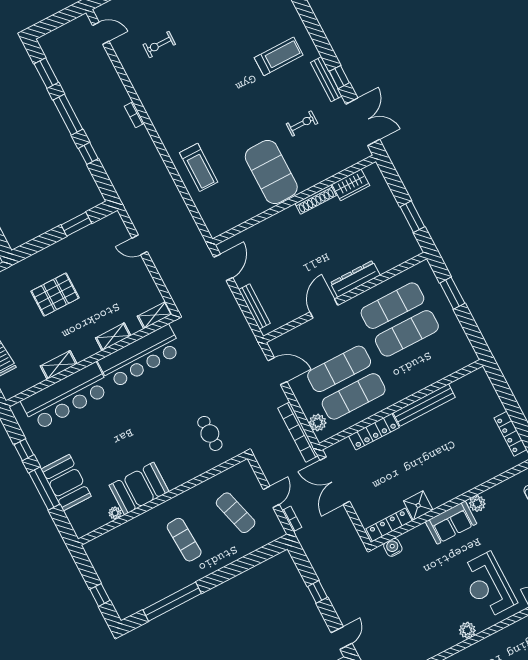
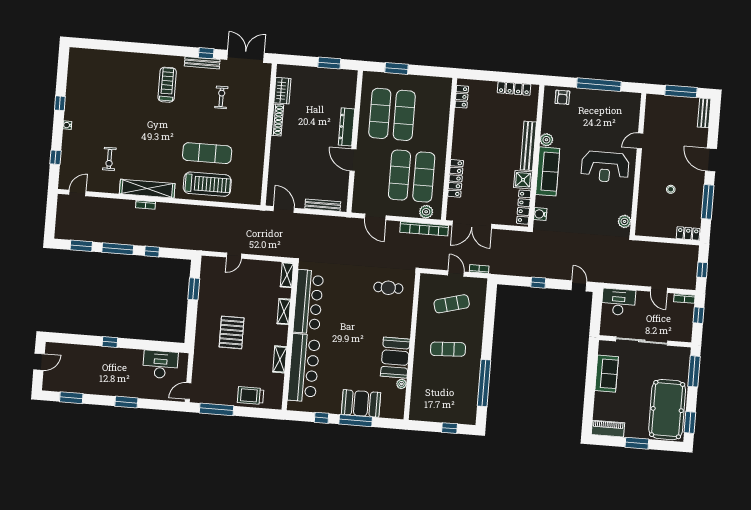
shelving: (153, 106) -> (147, 189), added
treadmill: (199, 167) -> (207, 184), width x1.37, depth x1.38
exercise mat: (271, 172) -> (207, 153), moved, width x0.68
door: (277, 371) -> (375, 217), swing flipped
locker: (466, 383) -> (462, 97), added
bench: (424, 405) -> (528, 146), moved
sofa: (451, 523) -> (548, 171), width x1.36
plant: (467, 630) -> (624, 221), moved

